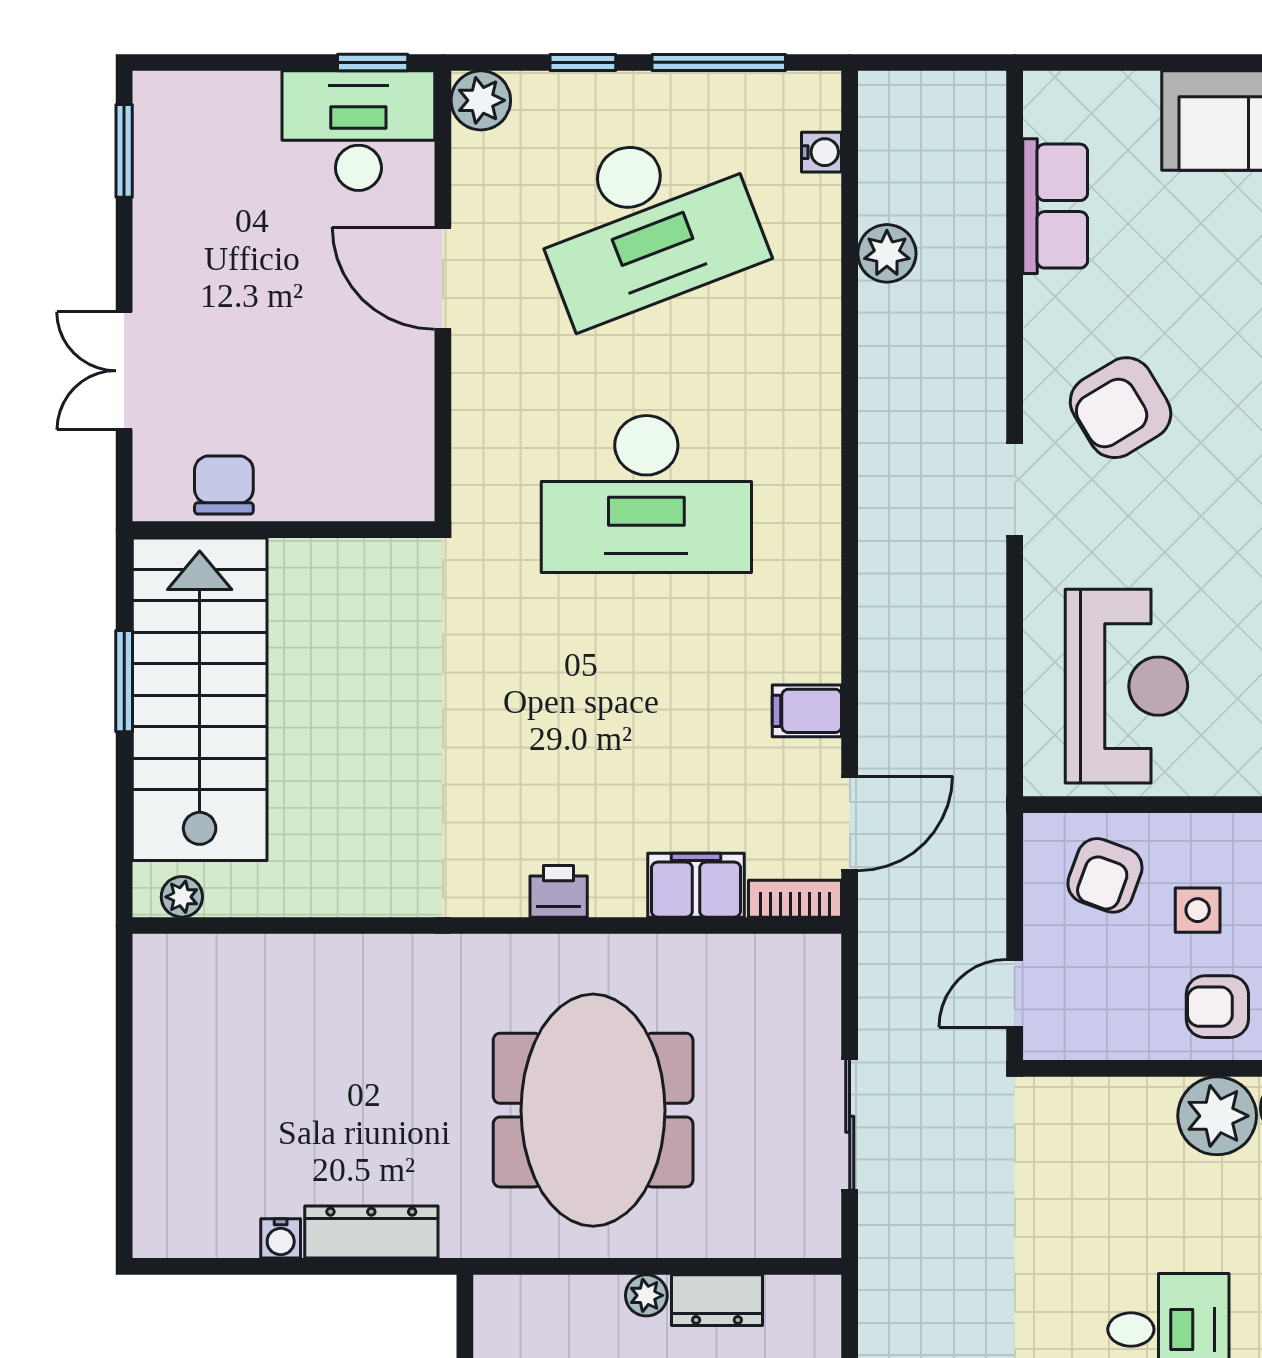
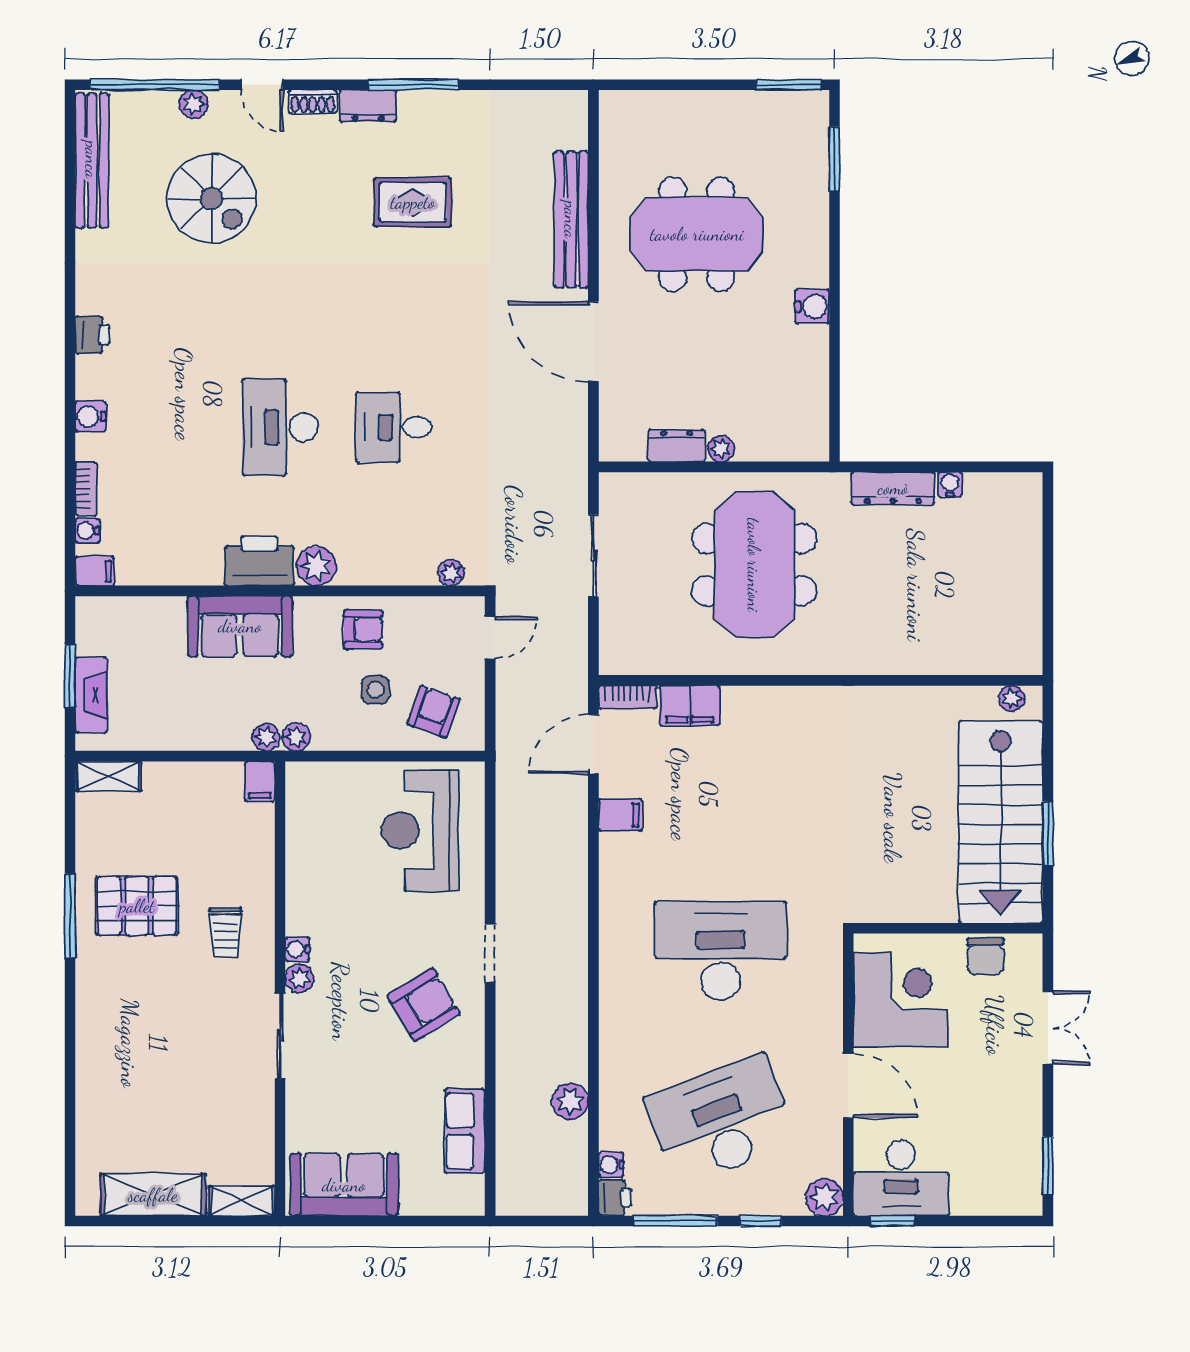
corner desk: (359, 415) -> (901, 1000), added
printer: (559, 891) -> (615, 1198), moved, turned -90
plant: (1217, 1116) -> (451, 573), moved, width x0.53, depth x0.53

